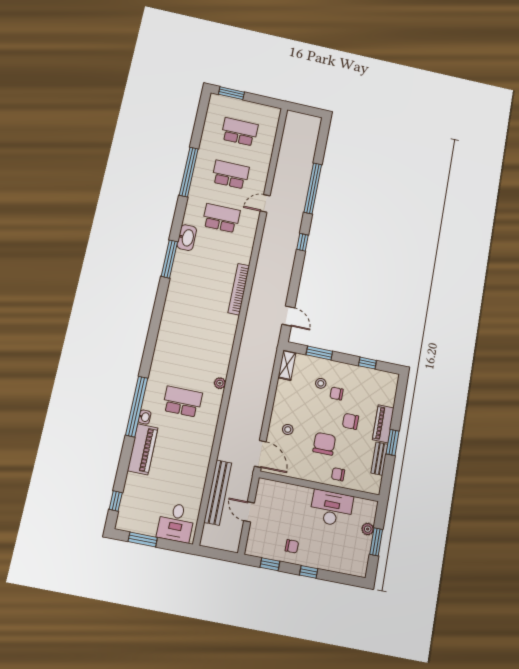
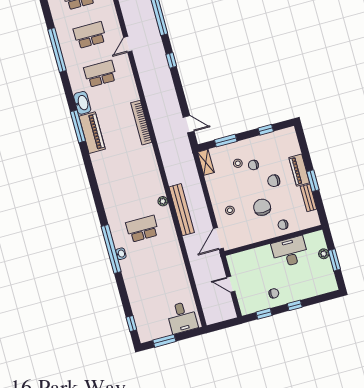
piano: (143, 449) -> (92, 133), moved
door: (260, 454) -> (218, 238), swing flipped
bench: (218, 492) -> (182, 210), moved

